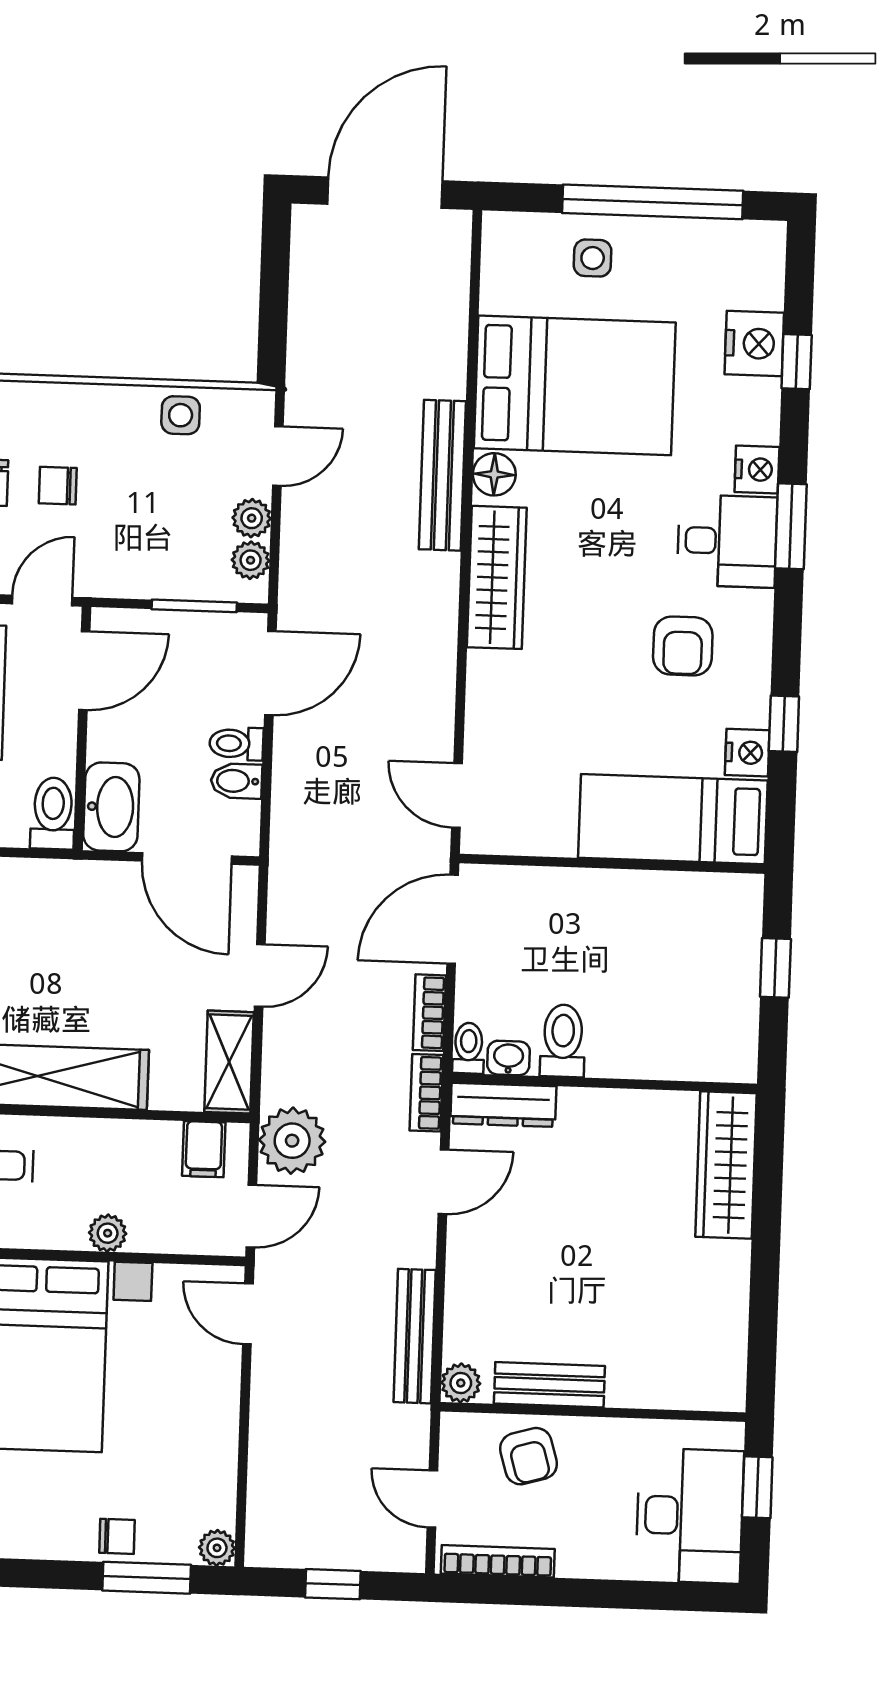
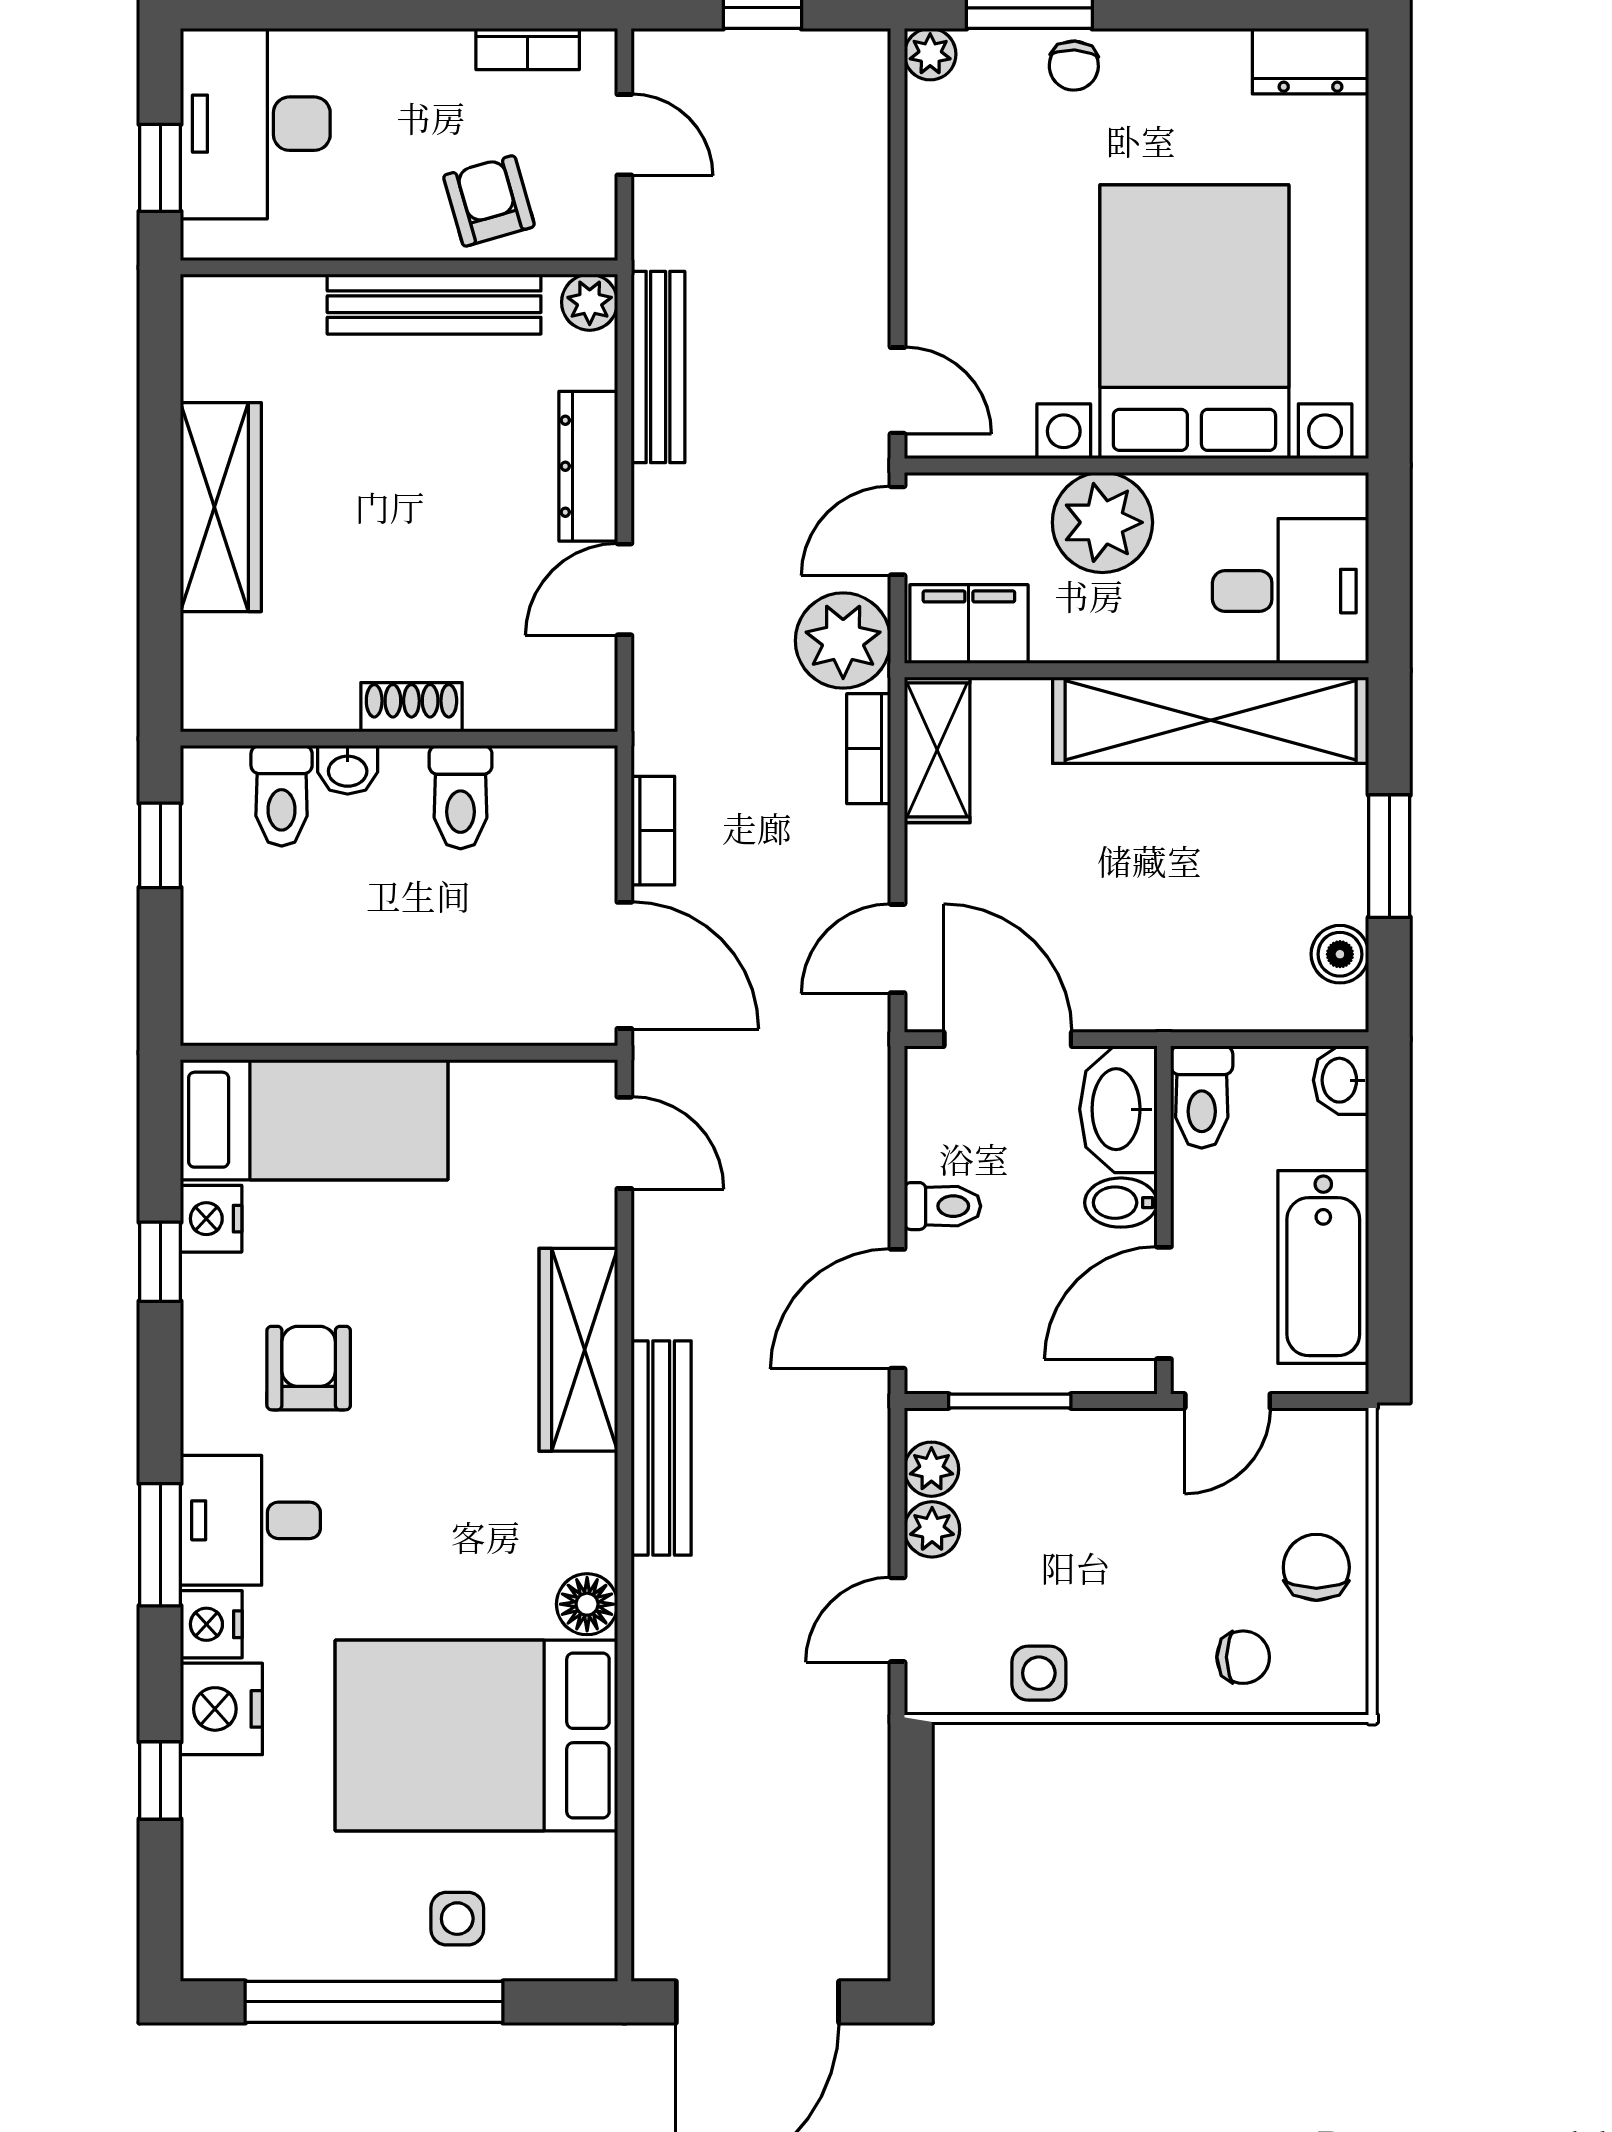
nightstand: (754, 343) -> (221, 1709), moved
bench: (442, 475) -> (661, 1448), moved
chair: (58, 486) -> (1243, 1657), moved
wardrobe: (497, 577) -> (578, 1350), moved
bidet: (236, 781) -> (1121, 1203), moved, turned 180
door: (453, 919) -> (624, 965), hinge flipped
window: (775, 968) -> (160, 845), moved
door: (260, 975) -> (898, 949), moved
toilet: (468, 1048) -> (282, 796), moved, width x1.37, depth x1.39
washbasin: (509, 1058) -> (348, 770), moved
bookcase: (426, 1093) -> (869, 749), moved, turned 180
dresser: (503, 1105) -> (588, 466), moved, turned -90
shoe rack: (595, 1105) -> (411, 707), added
filing cabinet: (204, 1149) -> (969, 624), width x2.00
wardrobe: (726, 1165) -> (221, 507), moved
plant: (108, 1233) -> (1102, 522), width x1.88, depth x1.88
bench: (549, 1385) -> (434, 304), width x1.36
chair: (117, 1536) -> (1074, 66), turned -87
bookcase: (498, 1561) -> (528, 49), width x0.64

